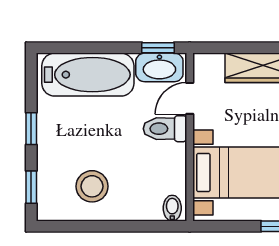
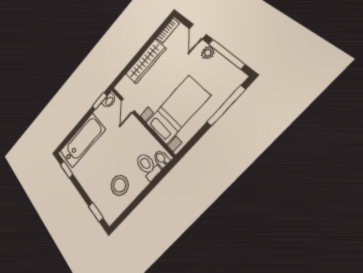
washbasin: (159, 67) -> (109, 101), width x0.52, depth x0.69
window: (31, 129) -> (67, 170), moved
toilet: (165, 129) -> (148, 166), moved, turned 90

